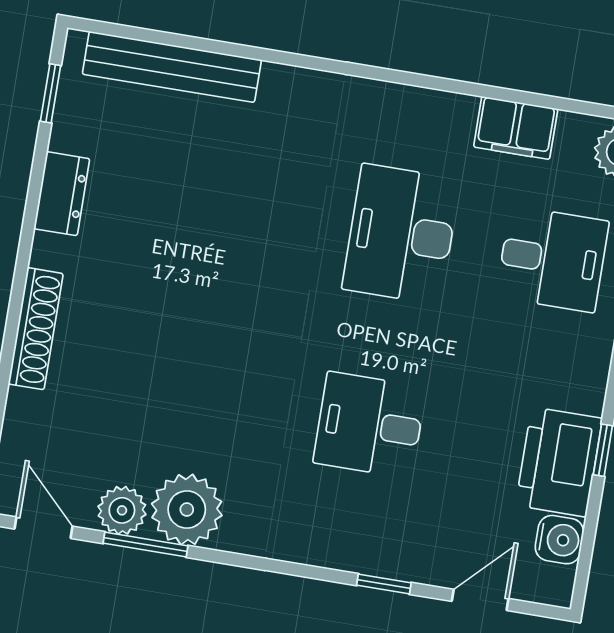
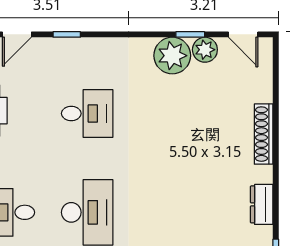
window: (145, 545) -> (190, 34), width x0.67

